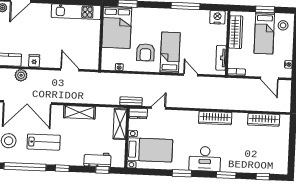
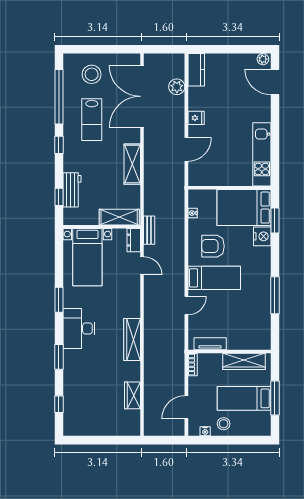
window: (265, 9) -> (275, 398), width x1.44
nightstand: (217, 17) -> (262, 236), moved
stool: (283, 25) -> (224, 424), moved
fridge: (34, 61) -> (196, 118), moved
wardrobe: (264, 120) -> (132, 395), width x0.67

